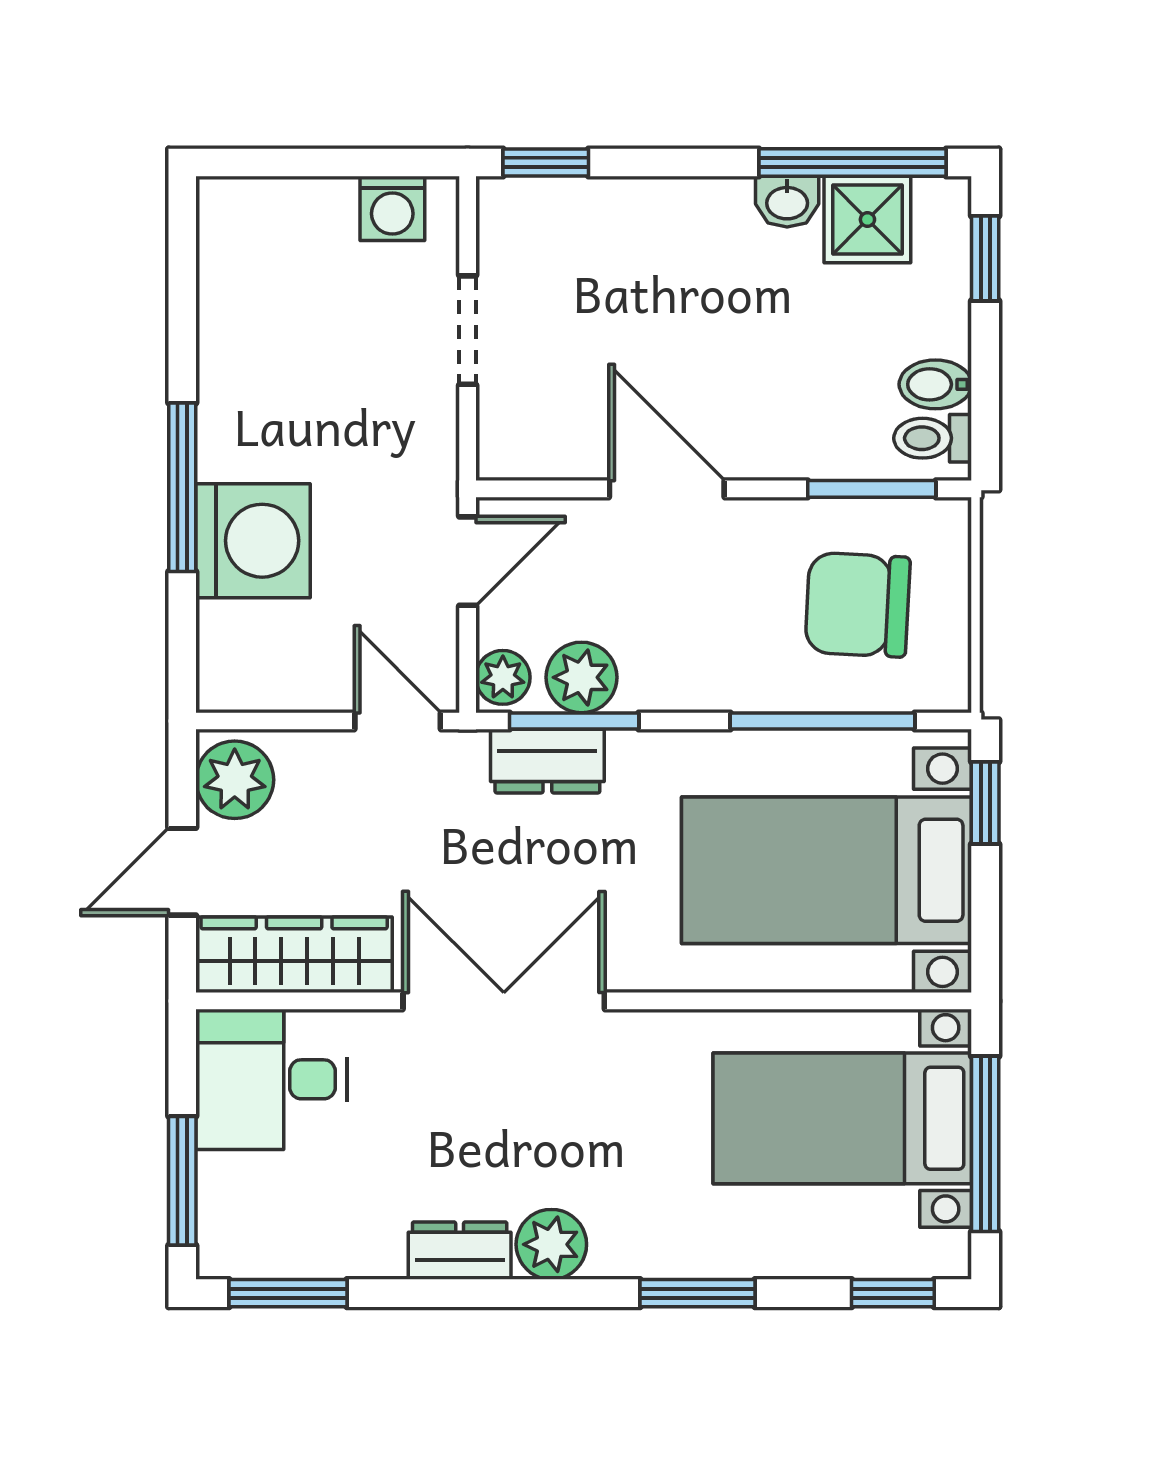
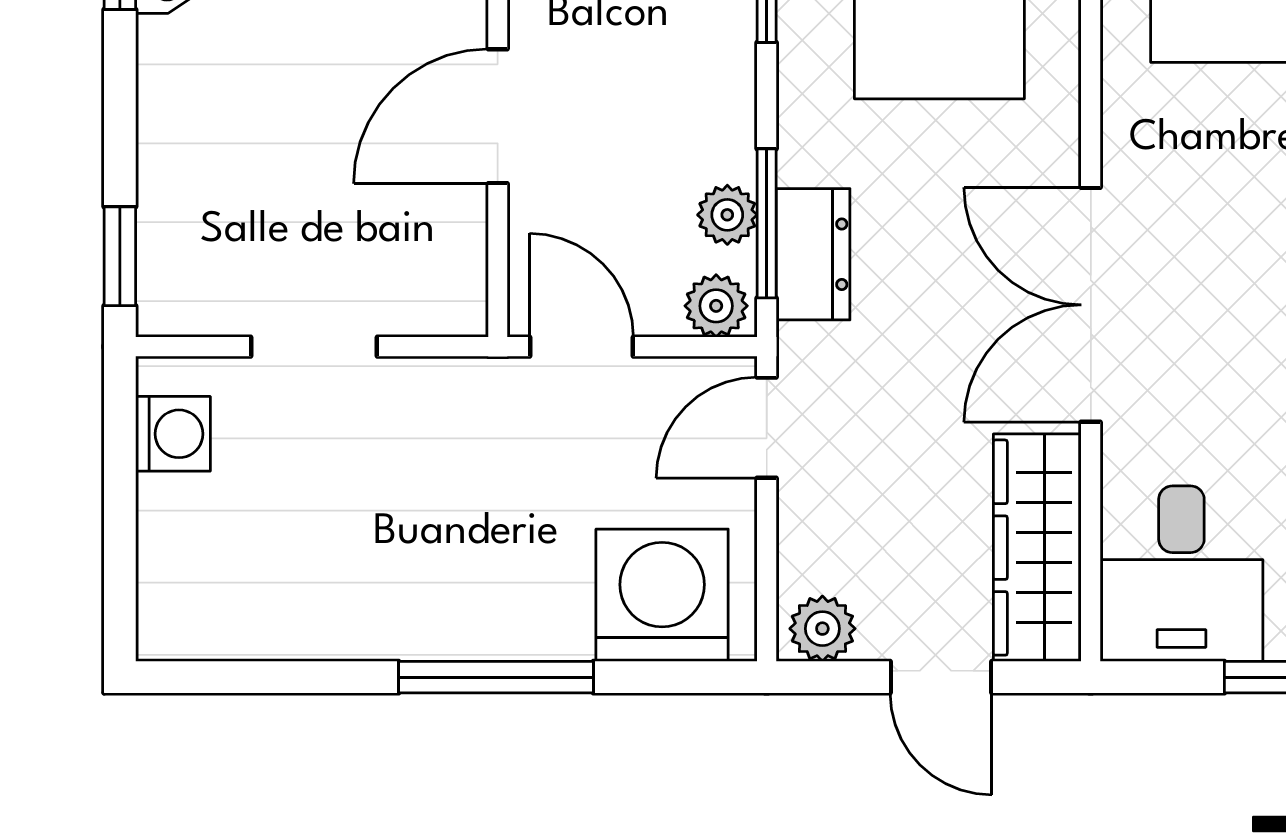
washing machine: (253, 541) -> (662, 595), moved
plant: (581, 677) -> (727, 215), width x0.73, depth x0.73
plant: (235, 780) -> (822, 629), width x0.73, depth x0.73

